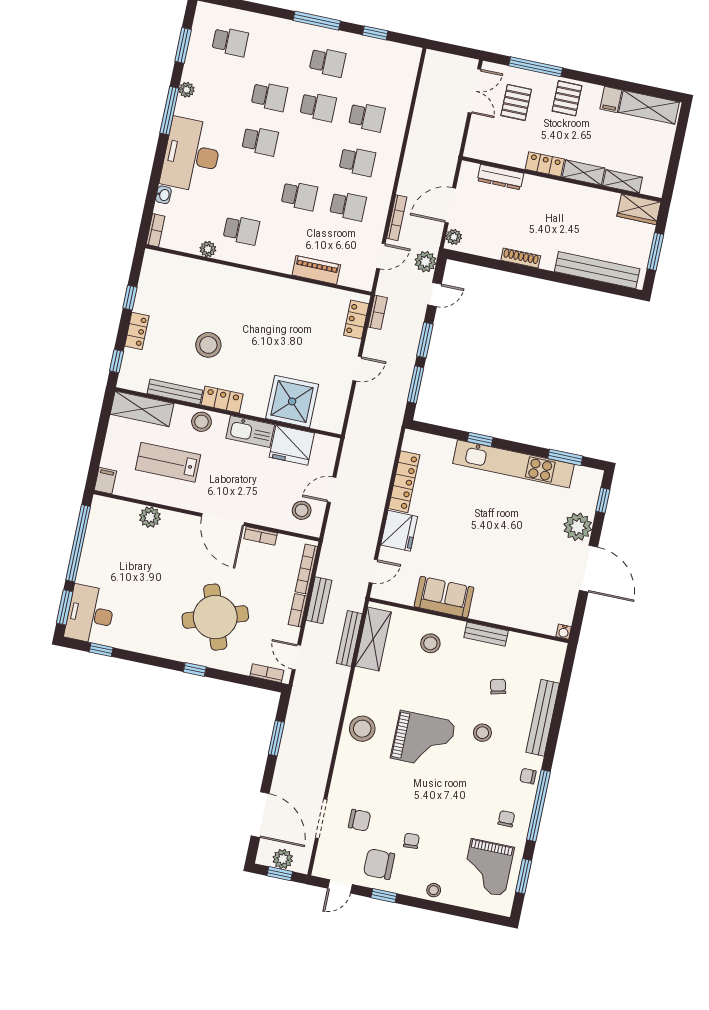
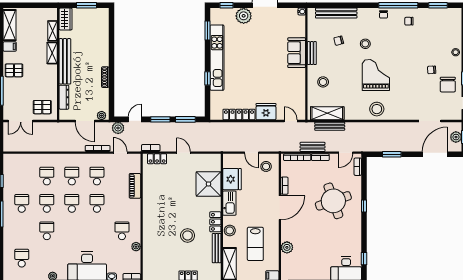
double door: (474, 91) -> (21, 121), swing flipped
pallet: (516, 102) -> (42, 107), moved
school desk: (260, 141) -> (72, 203), moved
locker: (545, 164) -> (52, 75), removed
bench: (597, 270) -> (65, 61), moved
door: (434, 294) -> (135, 119), hinge flipped
sofa: (444, 597) -> (297, 53), moved
bench: (543, 718) -> (336, 13), moved
chair: (360, 820) -> (426, 100), removed
grand piano: (488, 867) -> (437, 26), removed

